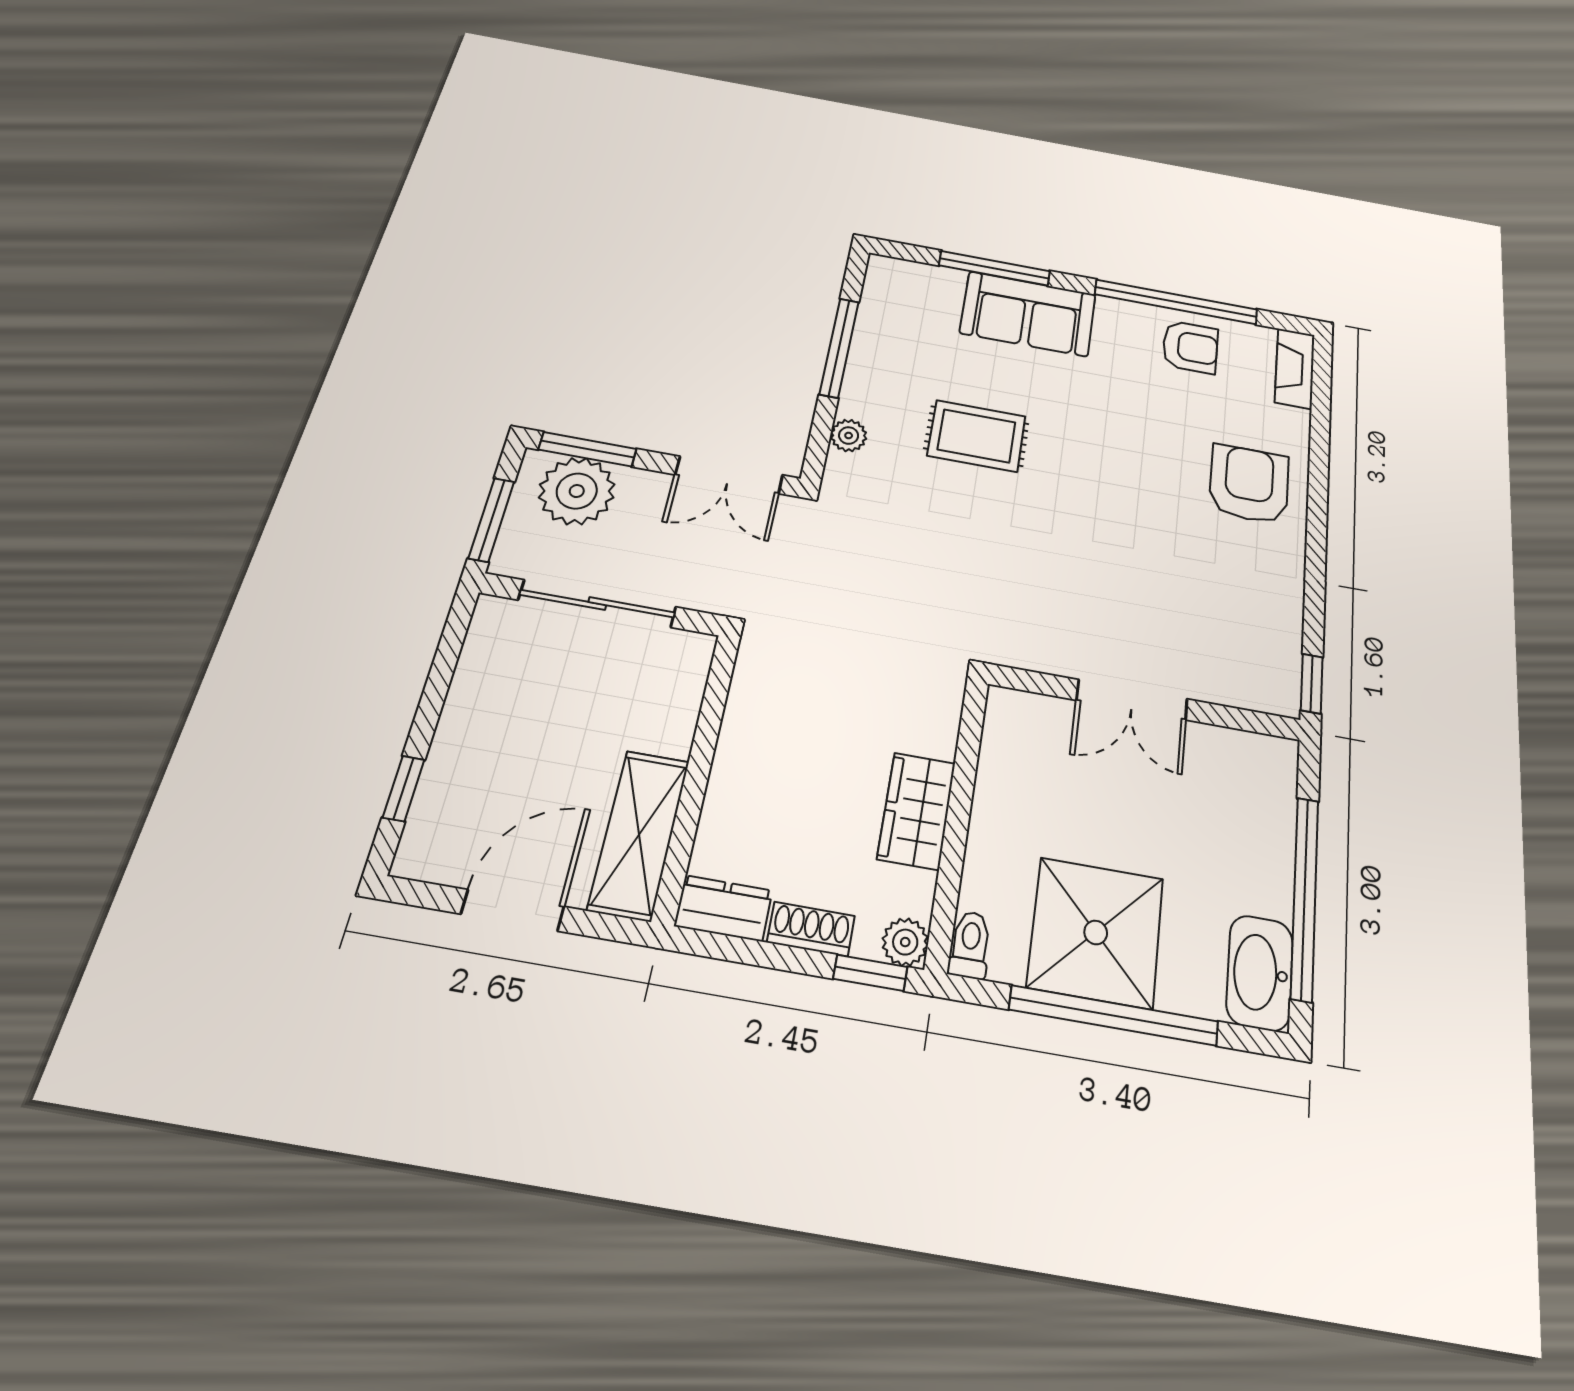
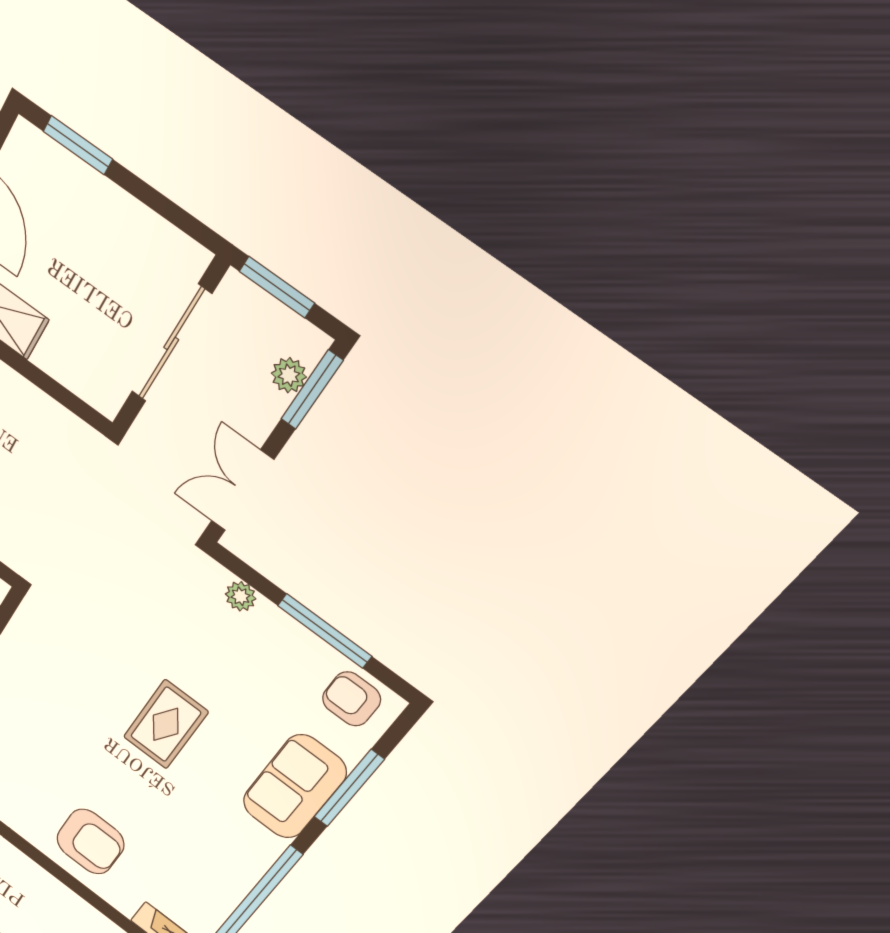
armchair: (1190, 347) -> (351, 699), moved, turned 90
rug: (977, 436) -> (166, 724), moved
plant: (577, 491) -> (289, 375), width x0.53, depth x0.53
window: (404, 789) -> (78, 145), width x1.50

